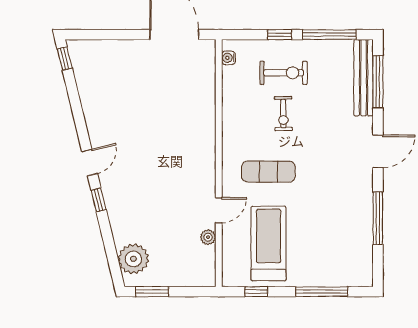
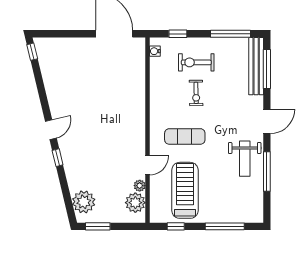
window: (280, 35) -> (178, 34), moved
exercise bike: (284, 73) -> (196, 62), turned 180
weight bench: (348, 201) -> (245, 159), added
plant: (202, 260) -> (135, 203), added

